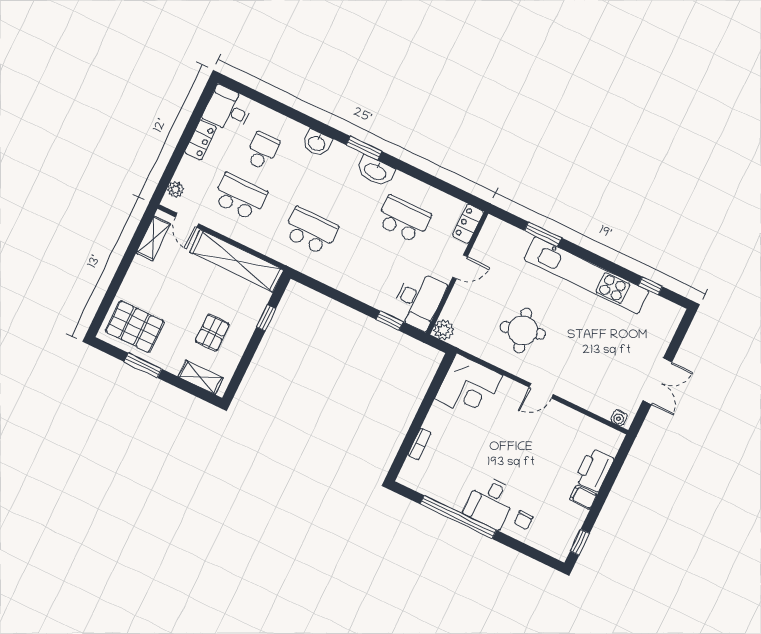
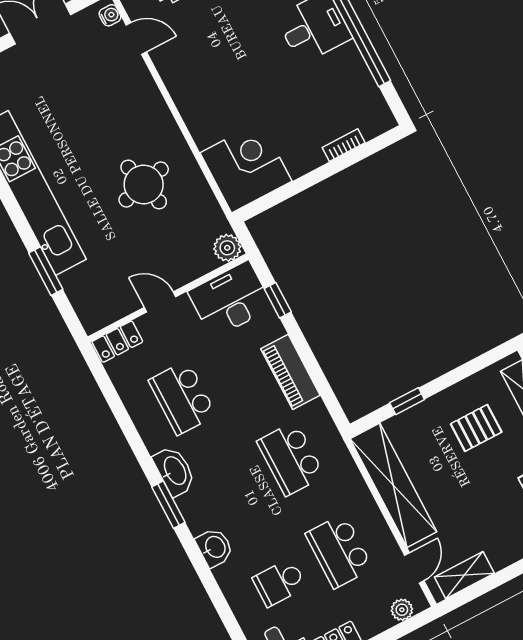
piano: (350, 283) -> (290, 372), added
door: (541, 391) -> (136, 38), moved

